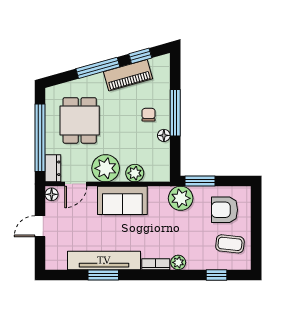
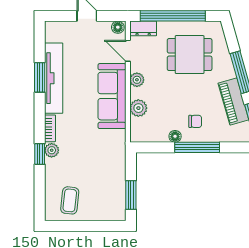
plant: (106, 168) -> (137, 80), width x0.53, depth x0.53
window: (200, 181) -> (131, 195), moved
plant: (181, 198) -> (114, 153), removed
sofa: (122, 200) -> (112, 96), width x1.36
armchair: (225, 210) -> (103, 195), removed
window: (217, 275) -> (40, 154), moved

